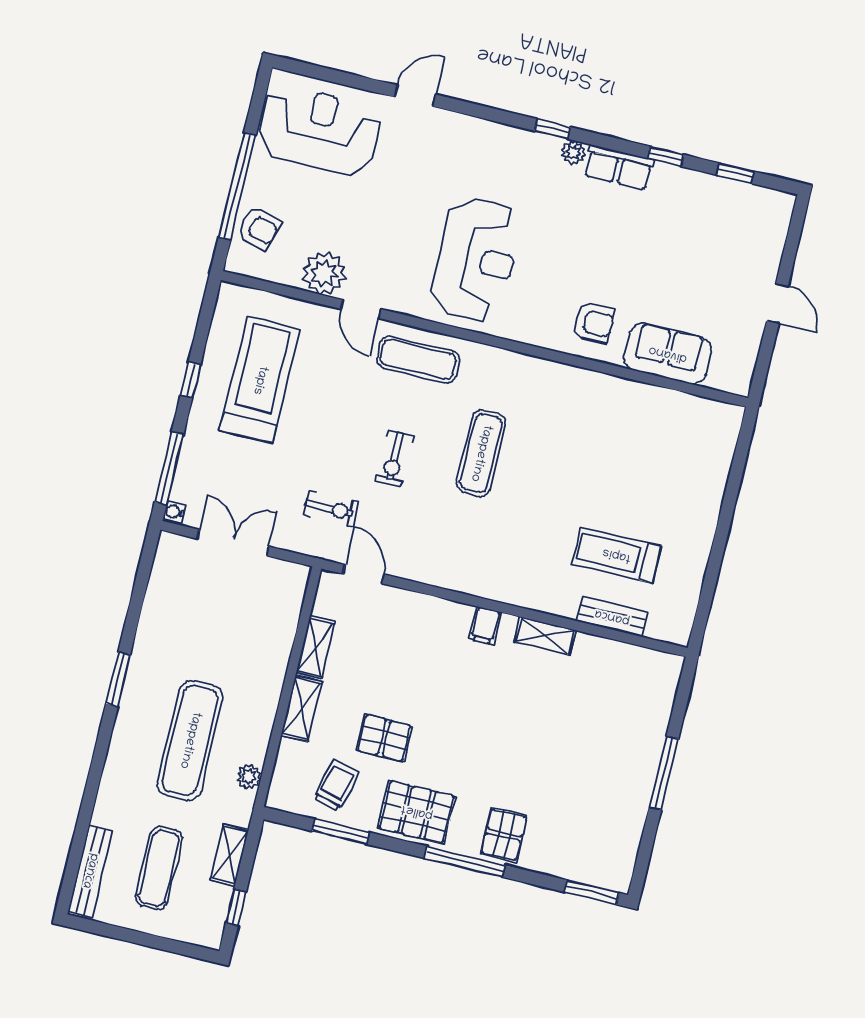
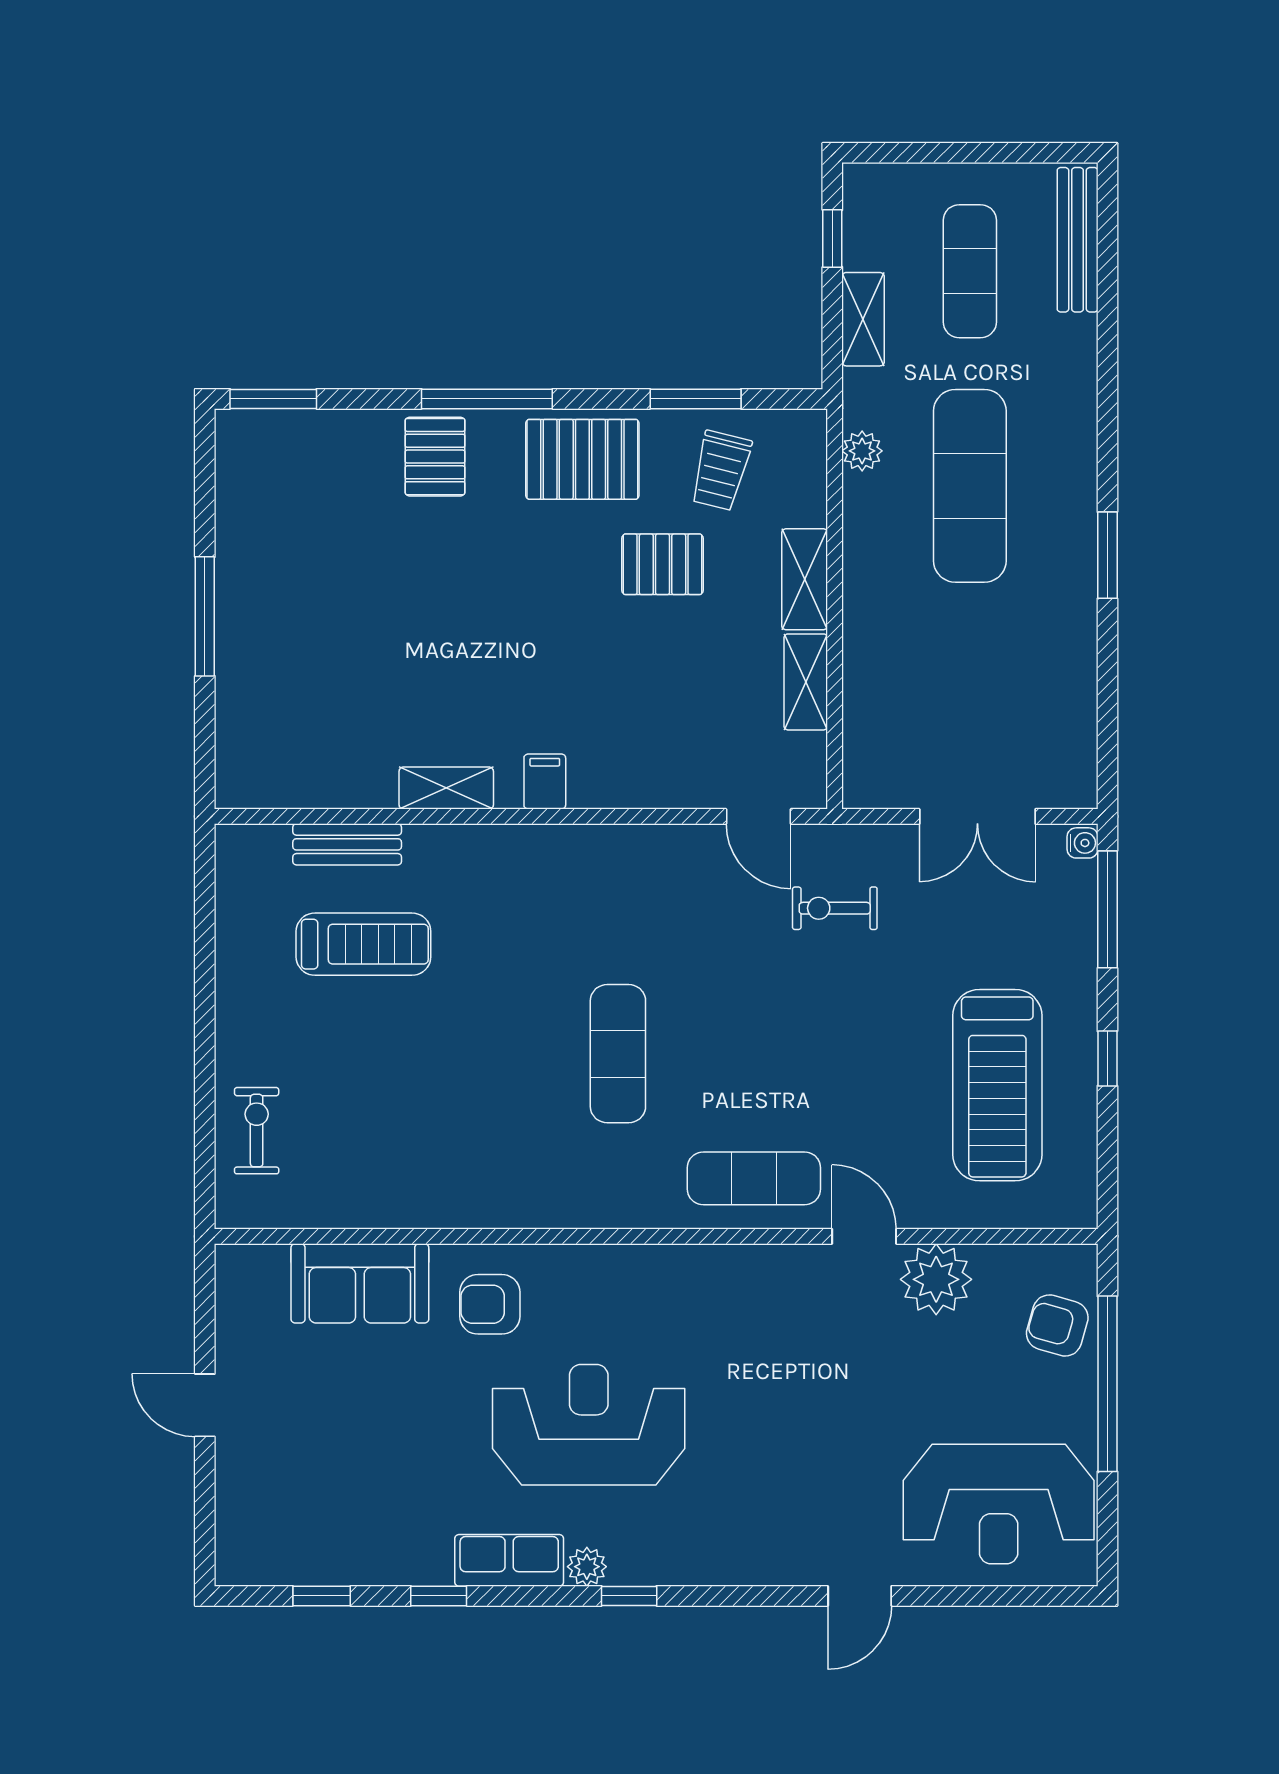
reception desk: (476, 260) -> (589, 1425), moved, turned 90
exercise bike: (394, 458) -> (257, 1131), moved

